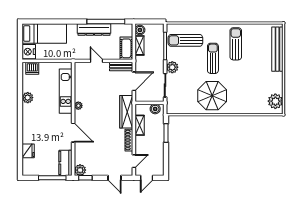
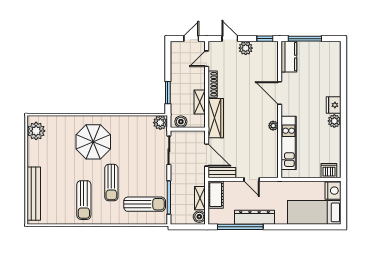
plant: (172, 67) -> (160, 123), moved
door: (134, 81) -> (207, 155), swing flipped
parasol: (212, 96) -> (93, 142), moved
plant: (28, 98) -> (334, 121), moved
fridge: (28, 151) -> (334, 105), moved
plant: (80, 170) -> (246, 48), moved

